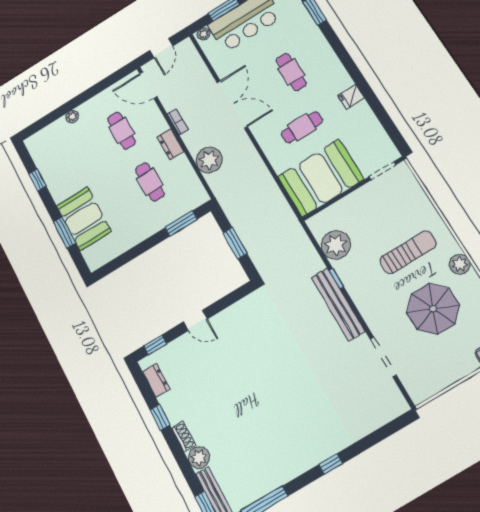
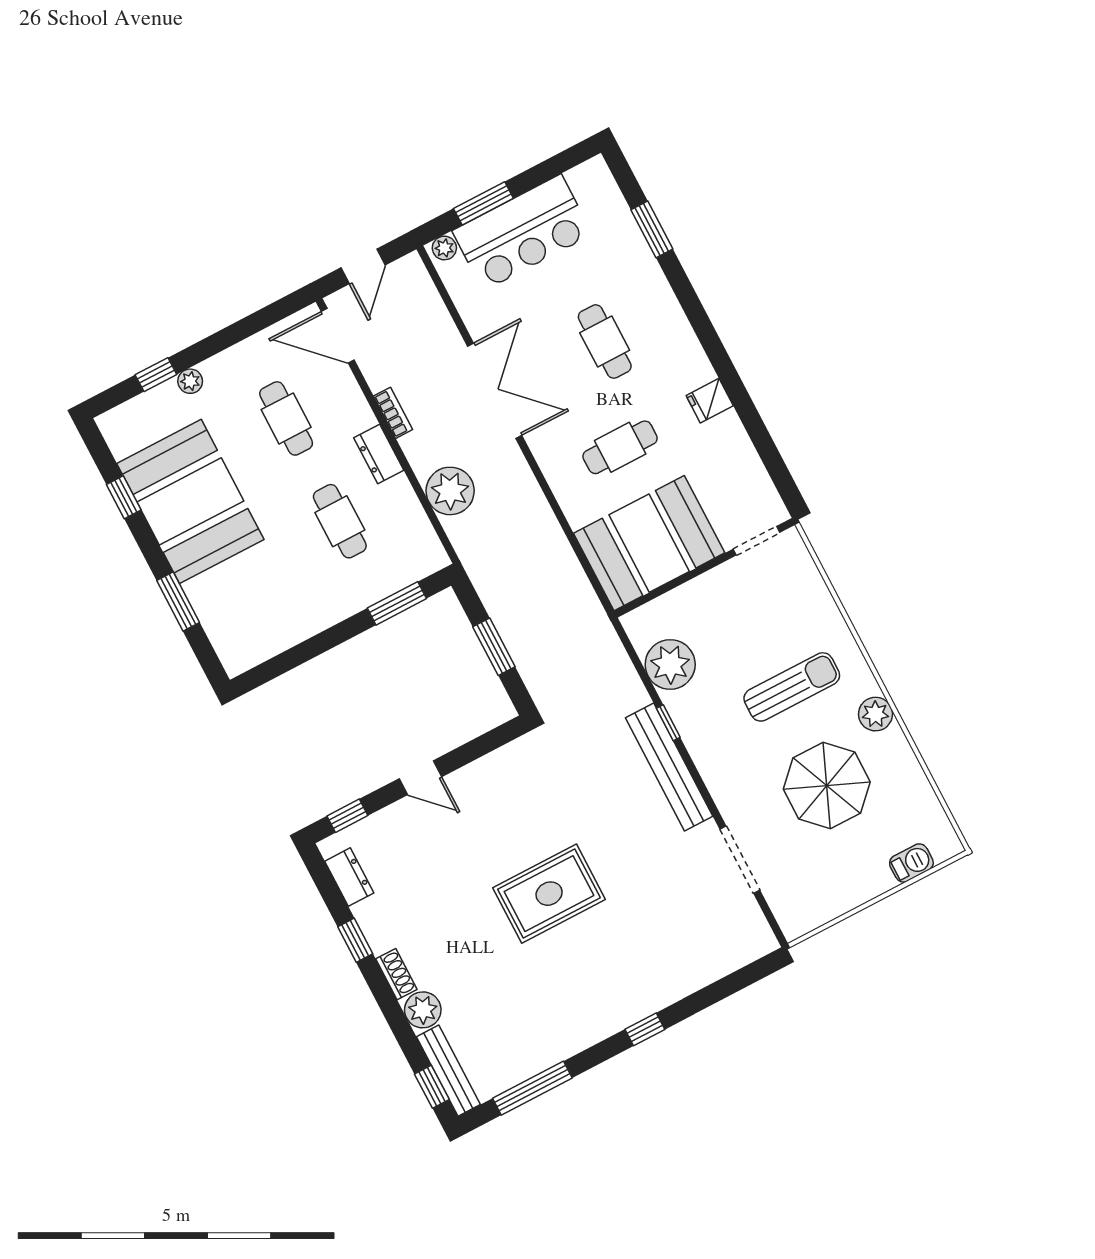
window: (55, 115) -> (156, 375), added
booth: (84, 219) -> (190, 501), moved, width x1.36, depth x1.42
rug: (271, 384) -> (549, 894), added

